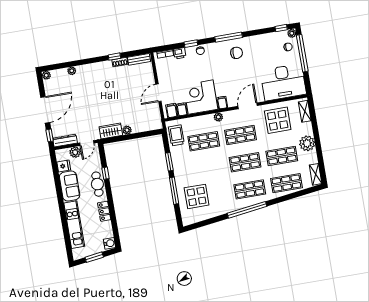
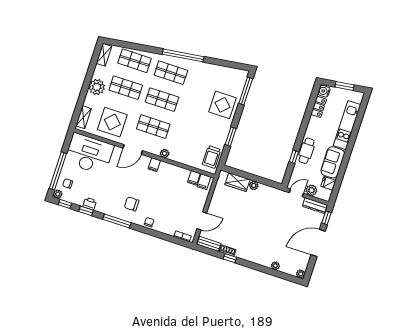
window: (191, 44) -> (86, 211), moved
printer: (180, 53) -> (90, 204), moved
chair: (237, 53) -> (132, 204), moved
door: (158, 93) -> (202, 221), moved
corner desk: (201, 97) -> (171, 180), removed
wardrobe: (111, 131) -> (237, 182), moved
shop shelf: (204, 141) -> (190, 138), removed
window: (174, 191) -> (246, 91), moved
display table: (197, 196) -> (222, 105), moved
locker: (104, 211) -> (319, 107), moved

